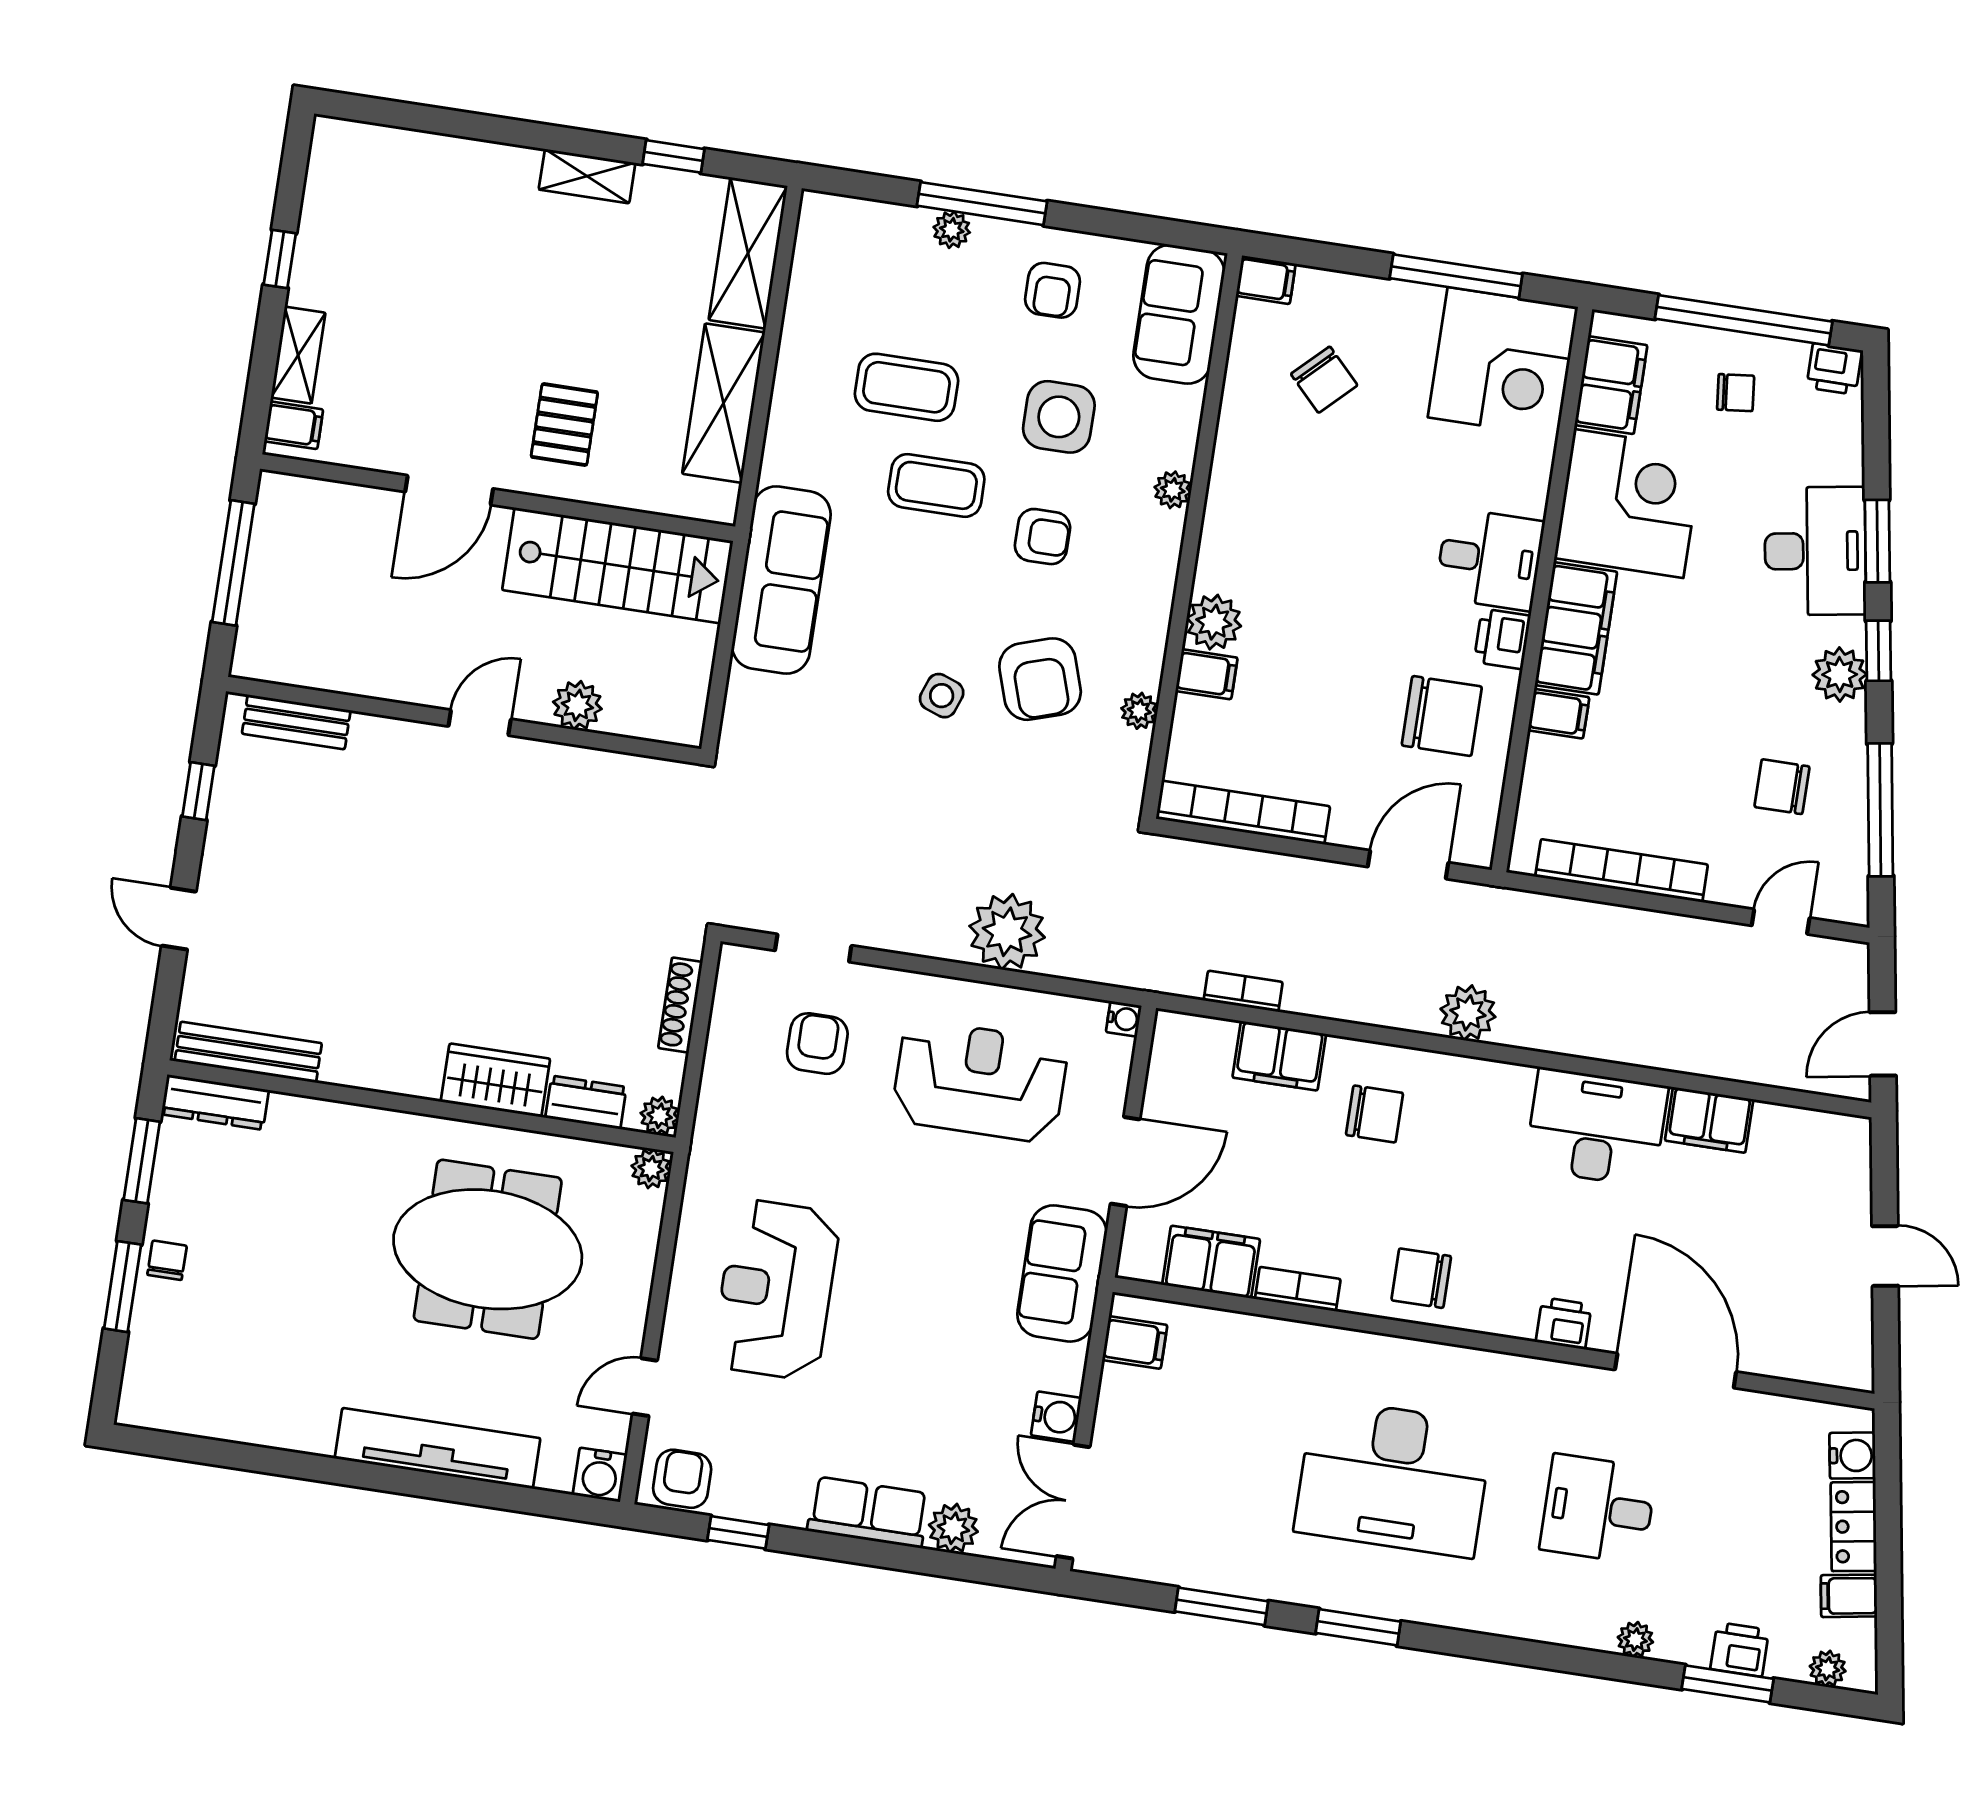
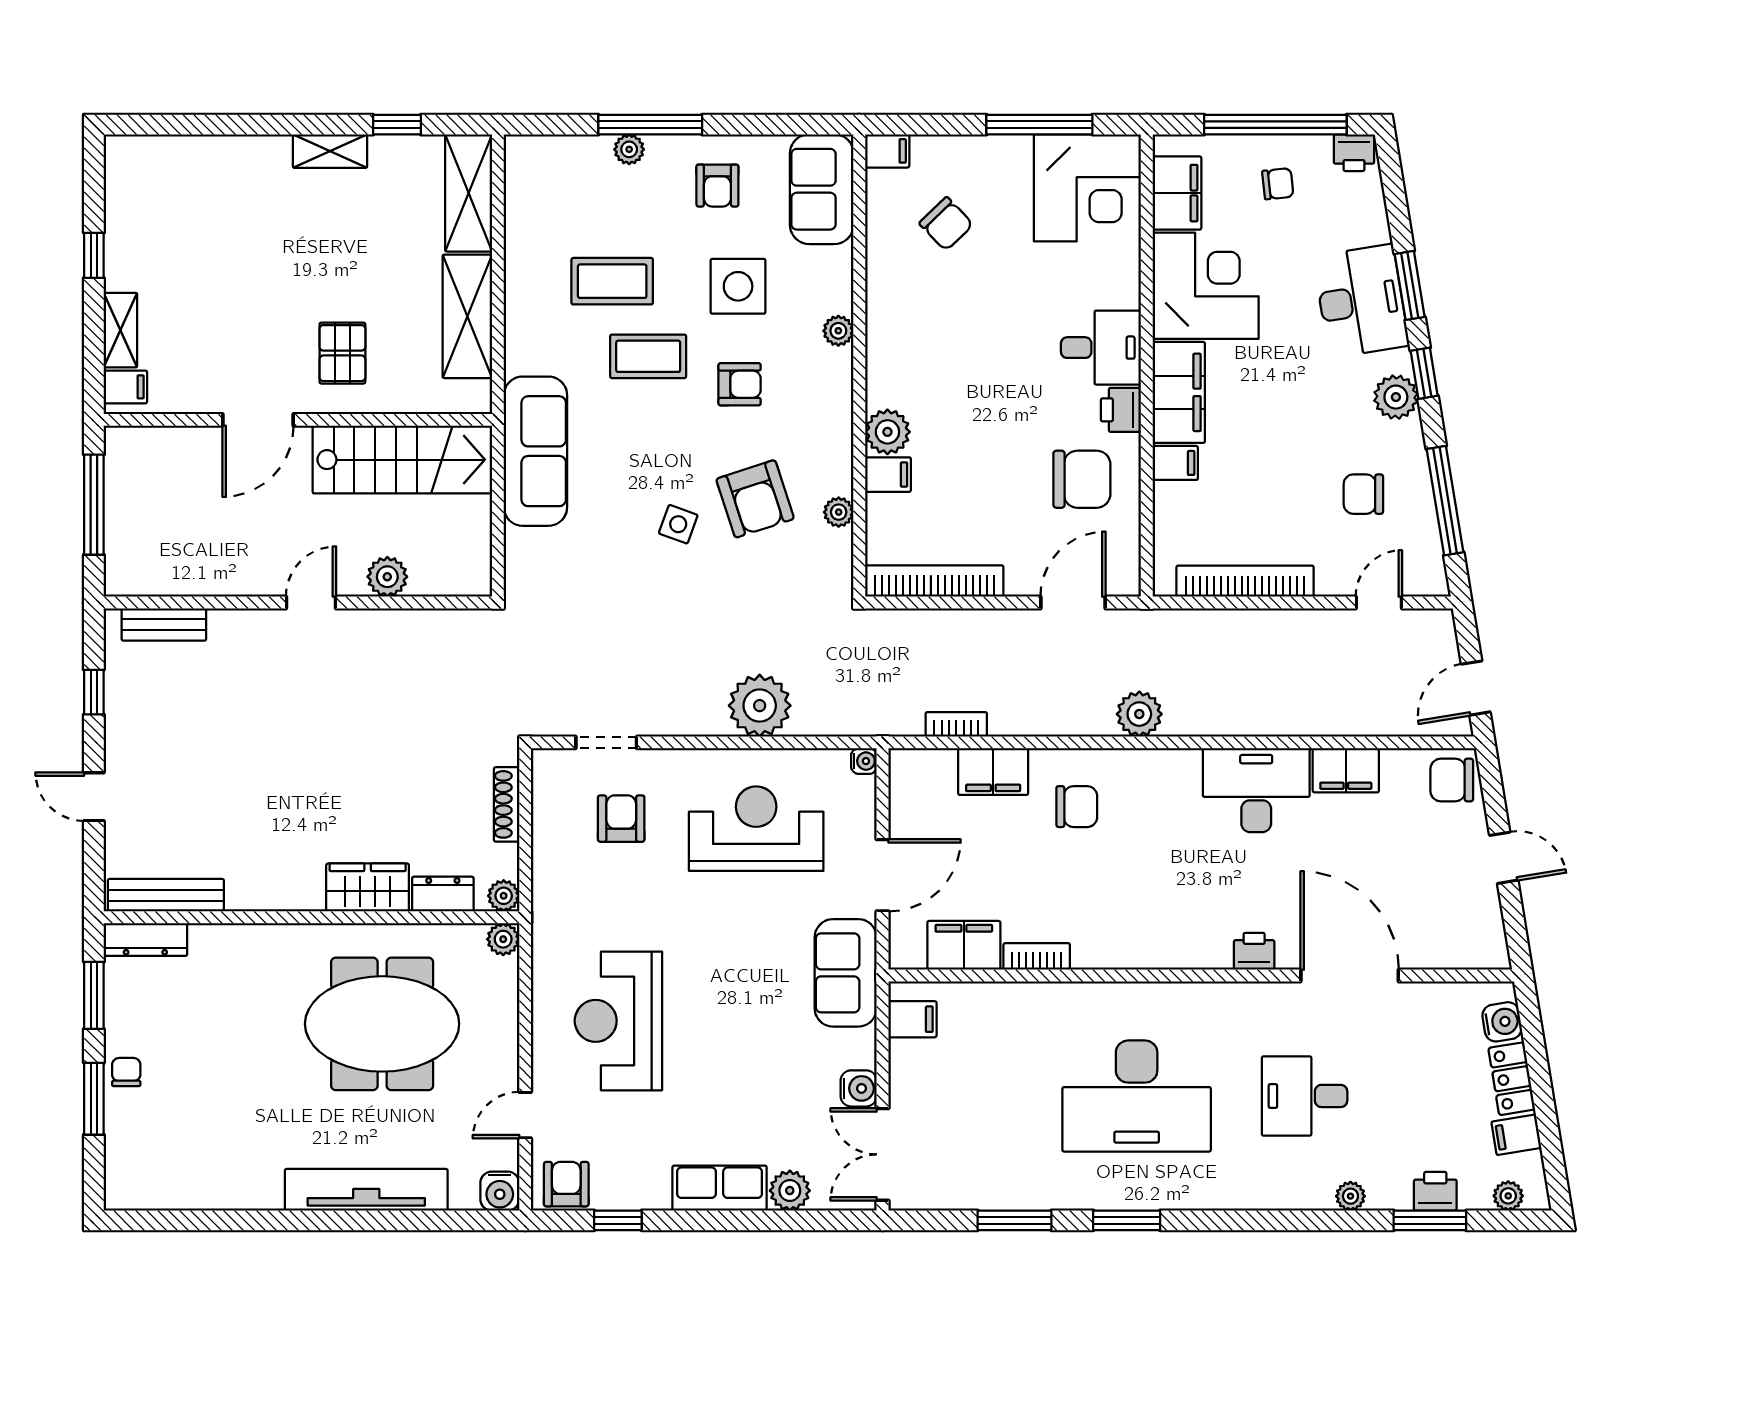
chair: (1421, 1278) -> (1452, 780), moved

